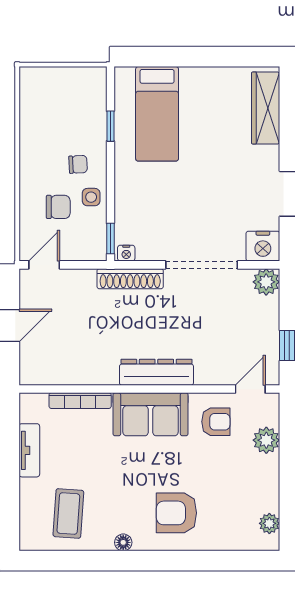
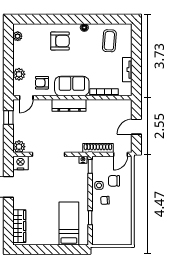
shoe rack: (130, 279) -> (98, 148), moved

